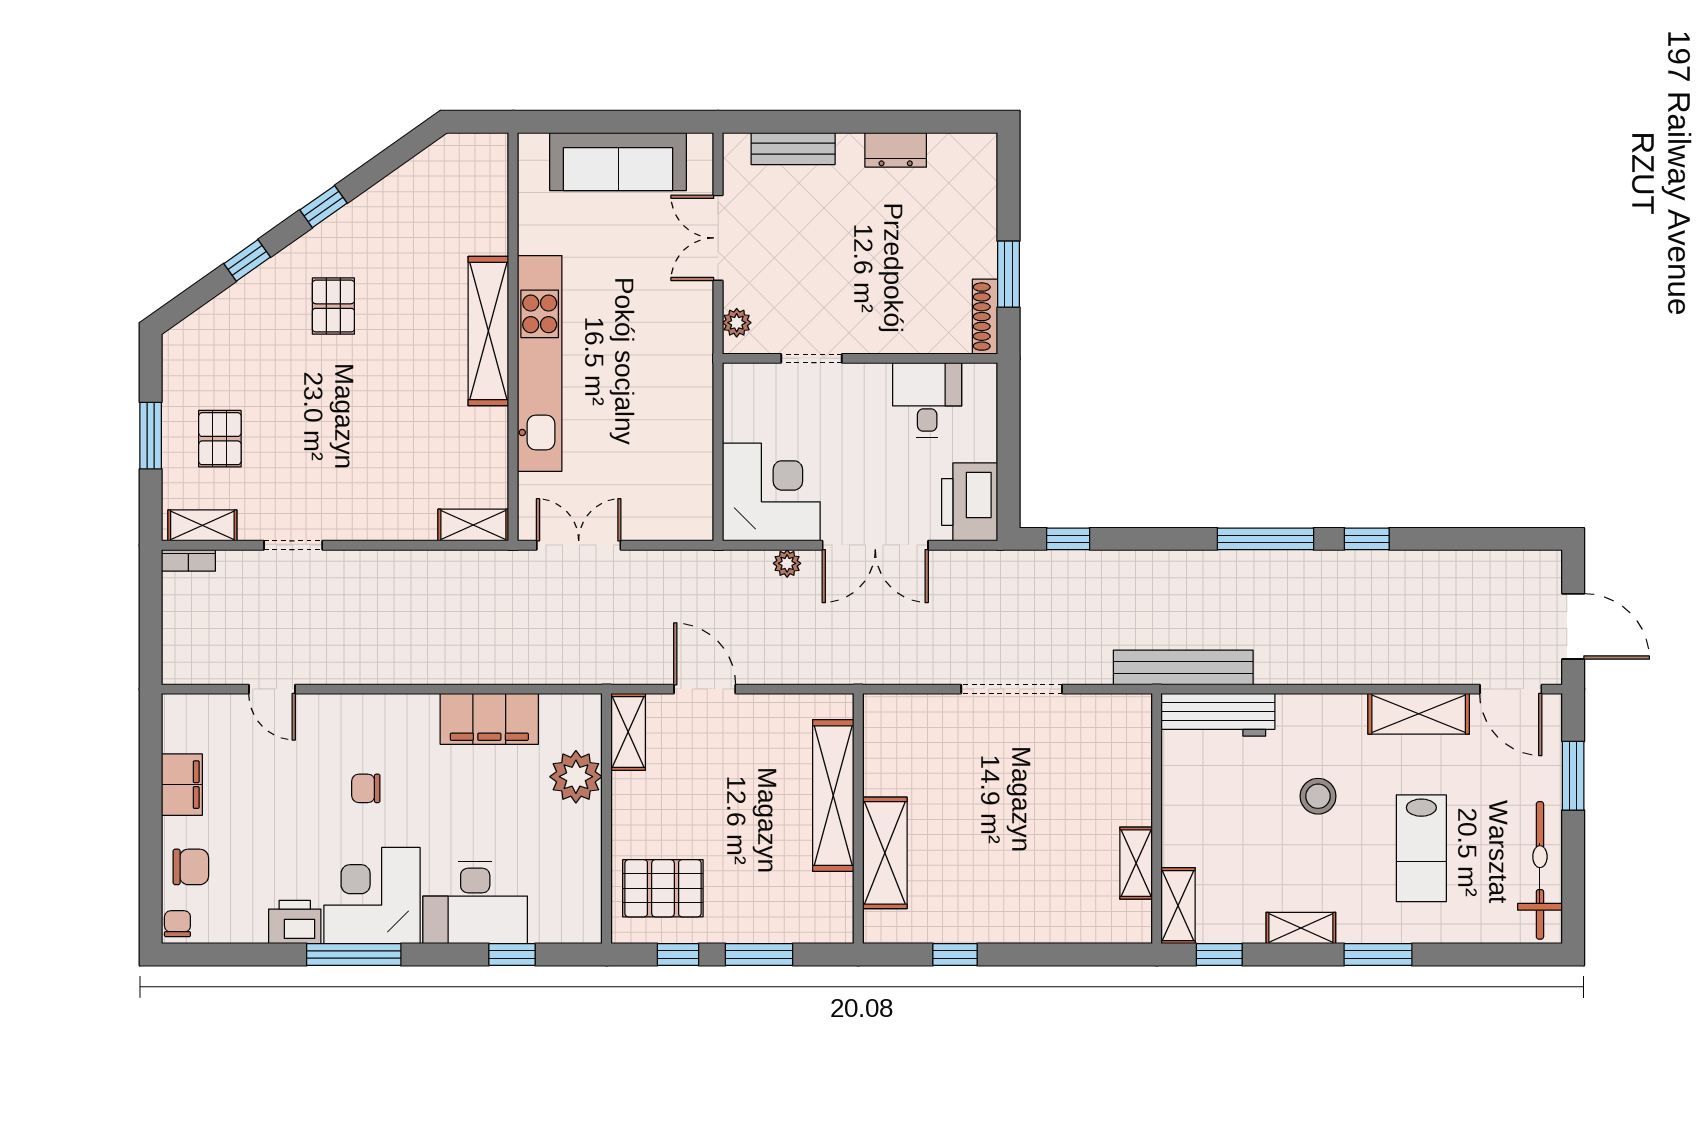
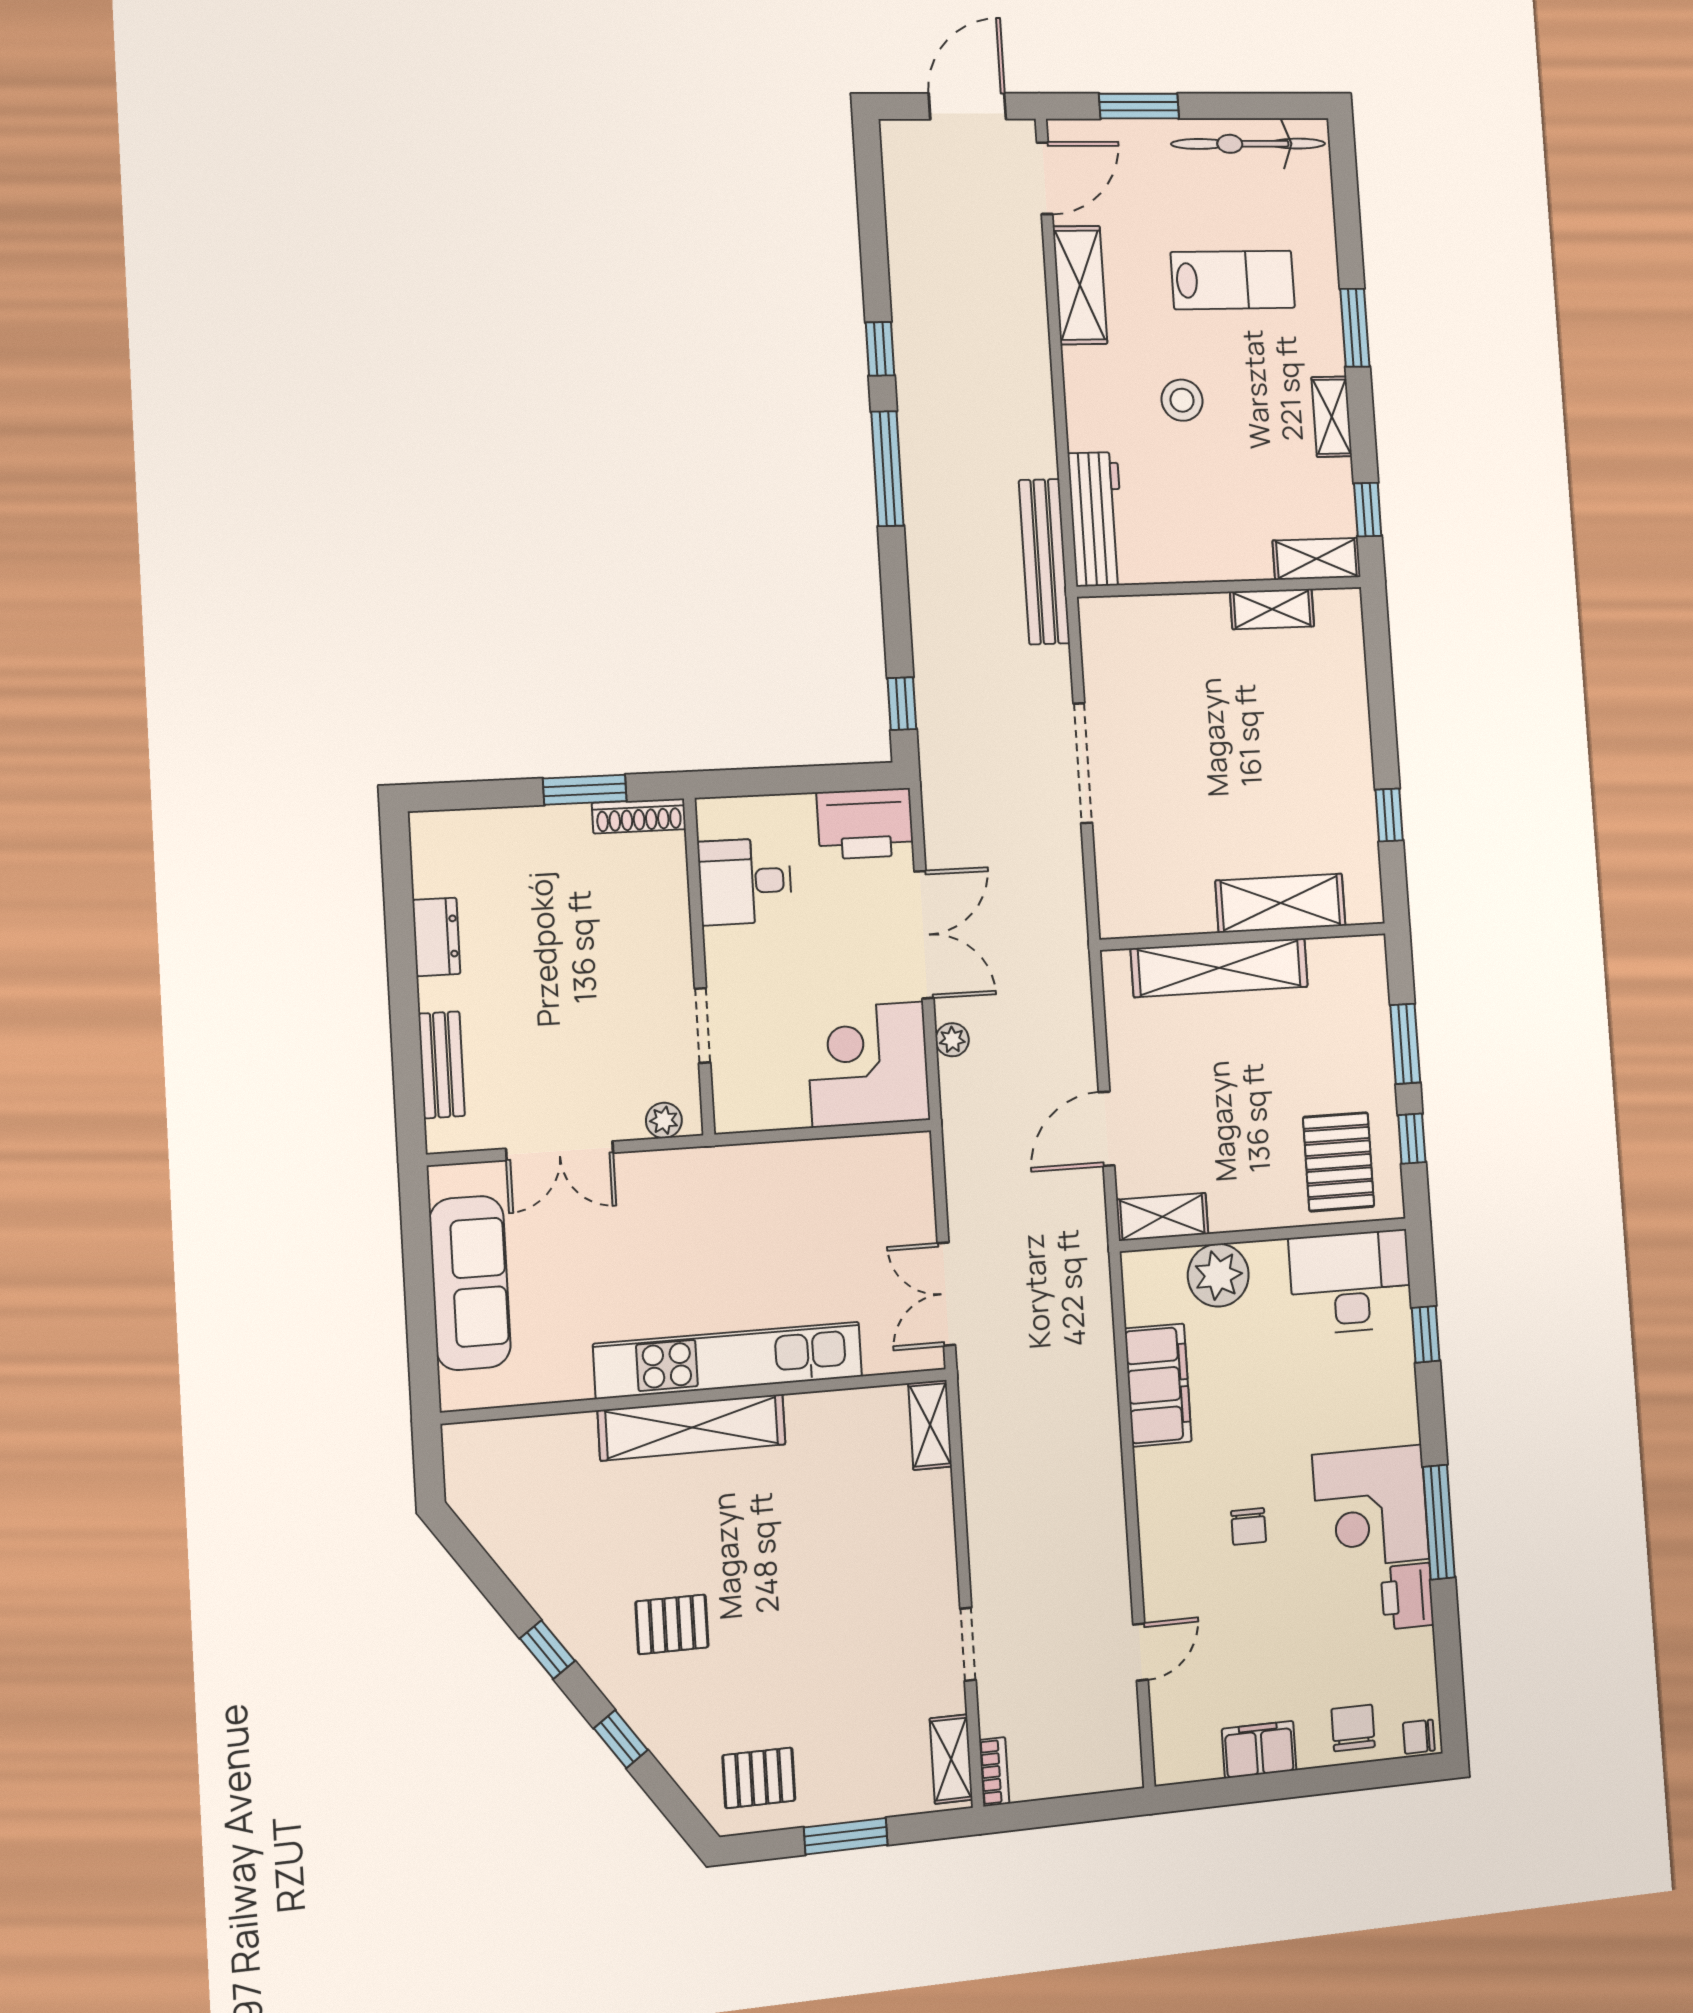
pallet: (220, 439) -> (759, 1778), moved
desk: (475, 903) -> (1351, 1282), moved, turned -90

